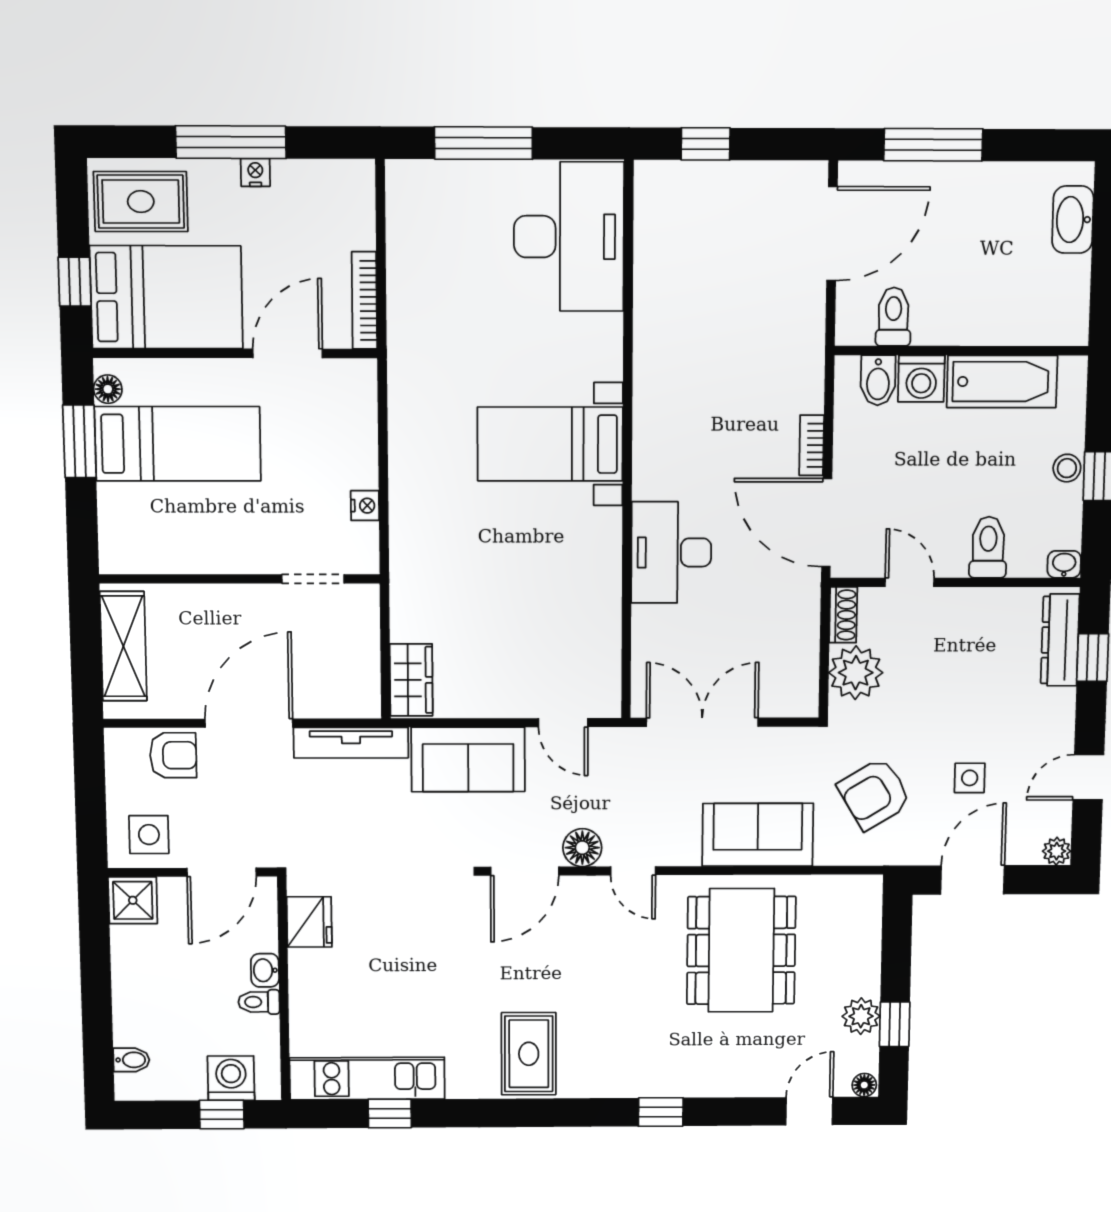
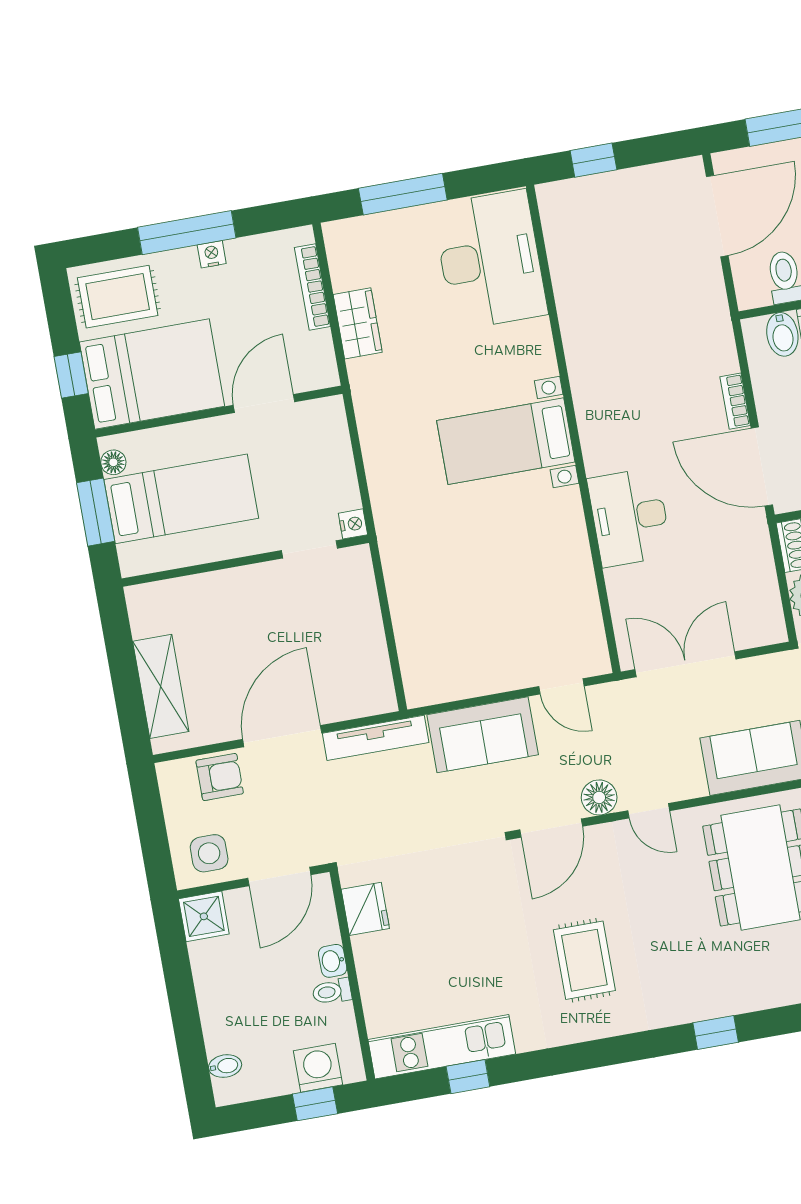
bookcase: (364, 300) -> (312, 287), moved
wall: (240, 579) -> (245, 561), moved
doorway: (313, 579) -> (310, 549), moved
wardrobe: (411, 680) -> (358, 323), moved
rug: (529, 1054) -> (584, 960), moved

